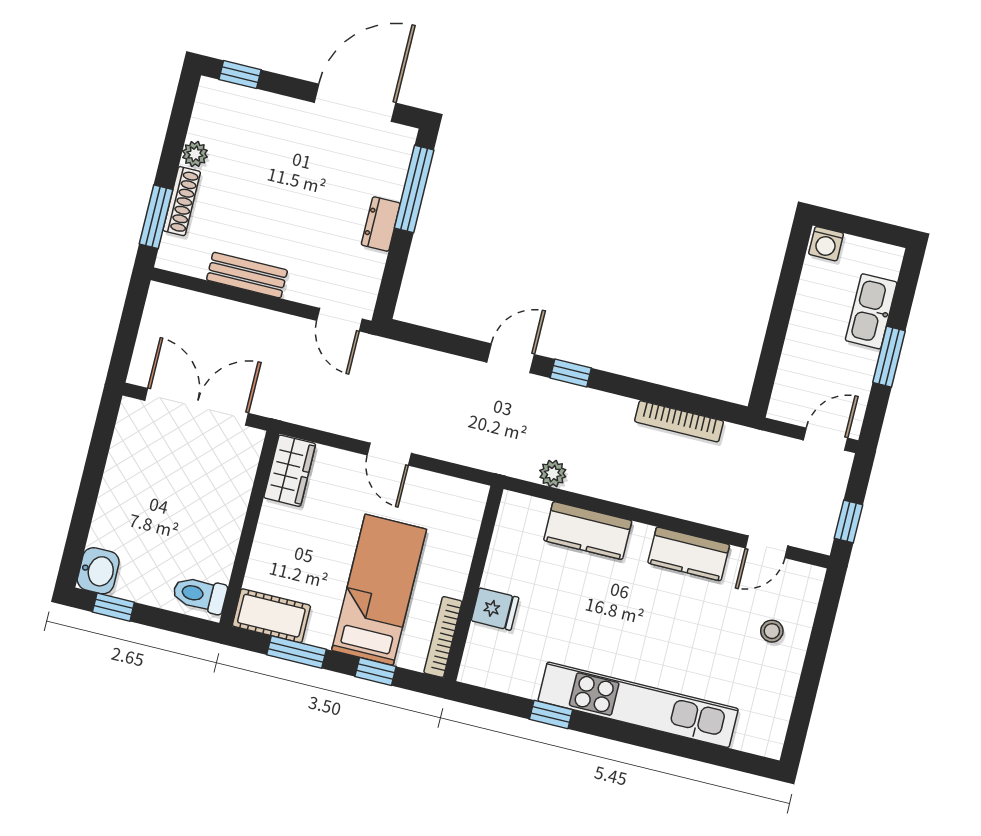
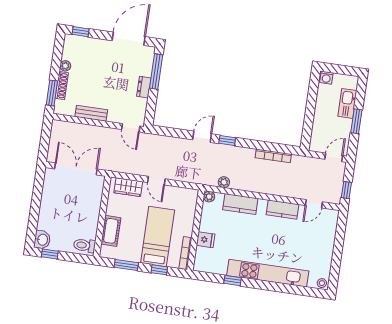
wardrobe: (290, 471) -> (128, 187), moved, turned 90
plant: (514, 505) -> (209, 197), added
cot: (271, 616) -> (111, 231), moved, turned 90
stool: (772, 631) -> (322, 283), moved

